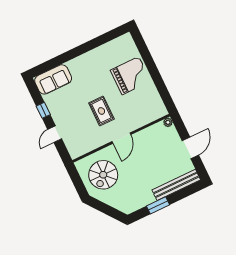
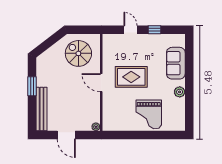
plant: (93, 56) -> (180, 92), added
sofa: (53, 79) -> (176, 63), moved
rug: (101, 111) -> (131, 77), width x1.36, depth x1.43

